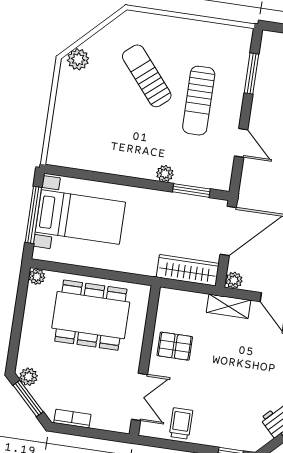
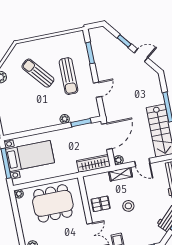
door: (241, 143) -> (97, 90), hinge flipped
stool: (222, 367) -> (128, 206), added

